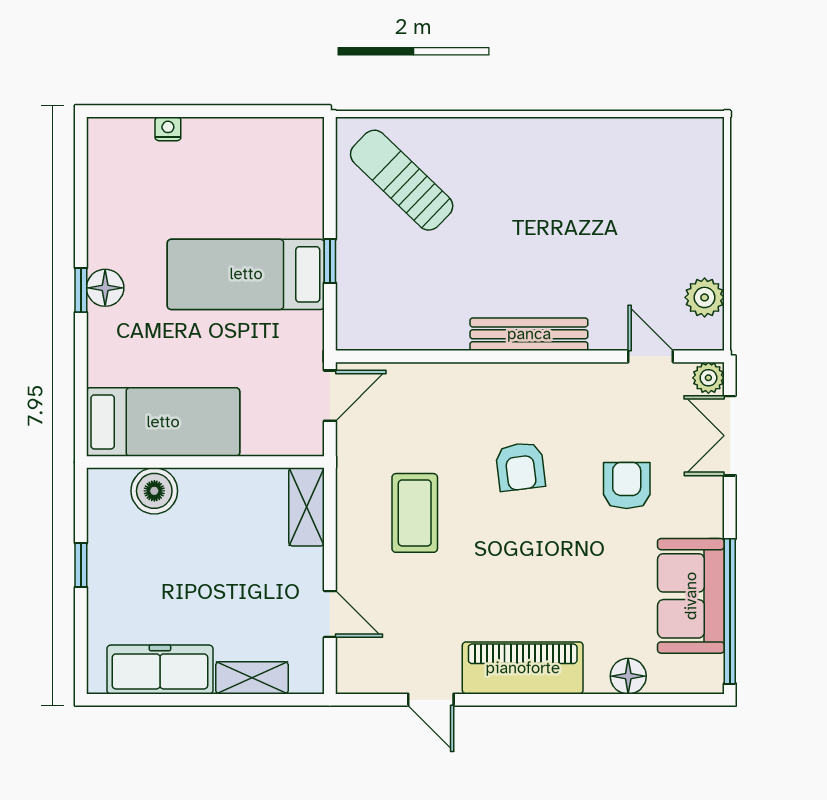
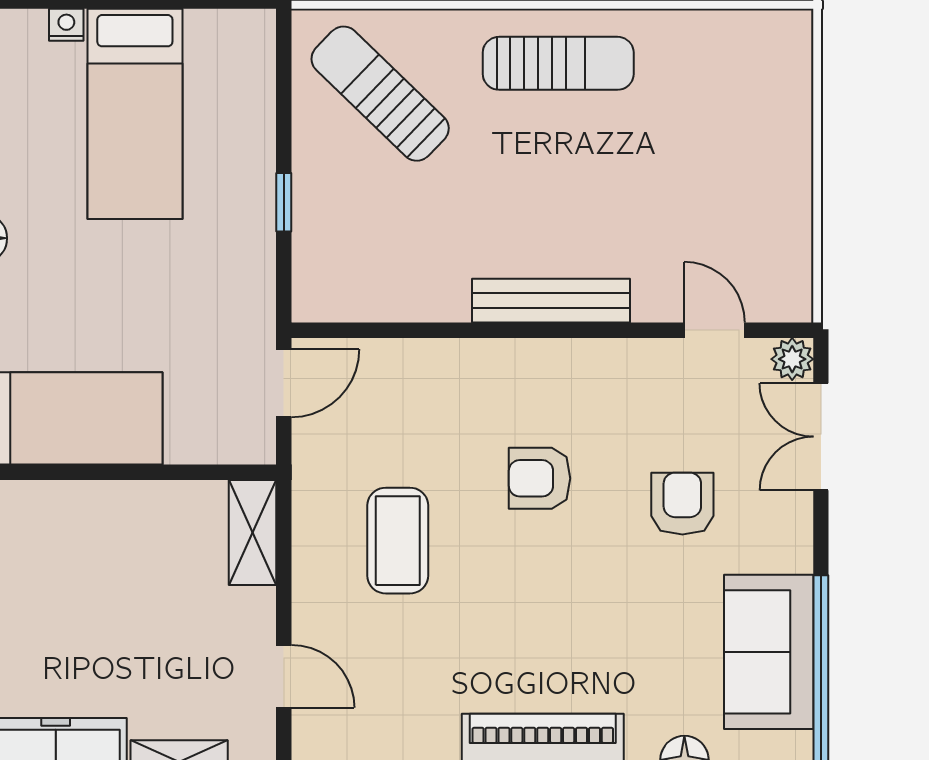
sun lounger: (534, 158) -> (558, 63), added
bed: (246, 274) -> (135, 114), moved, turned -90
plant: (705, 297) -> (787, 251), removed
armchair: (520, 467) -> (540, 478), turned 97
boiler: (154, 491) -> (48, 511), removed

